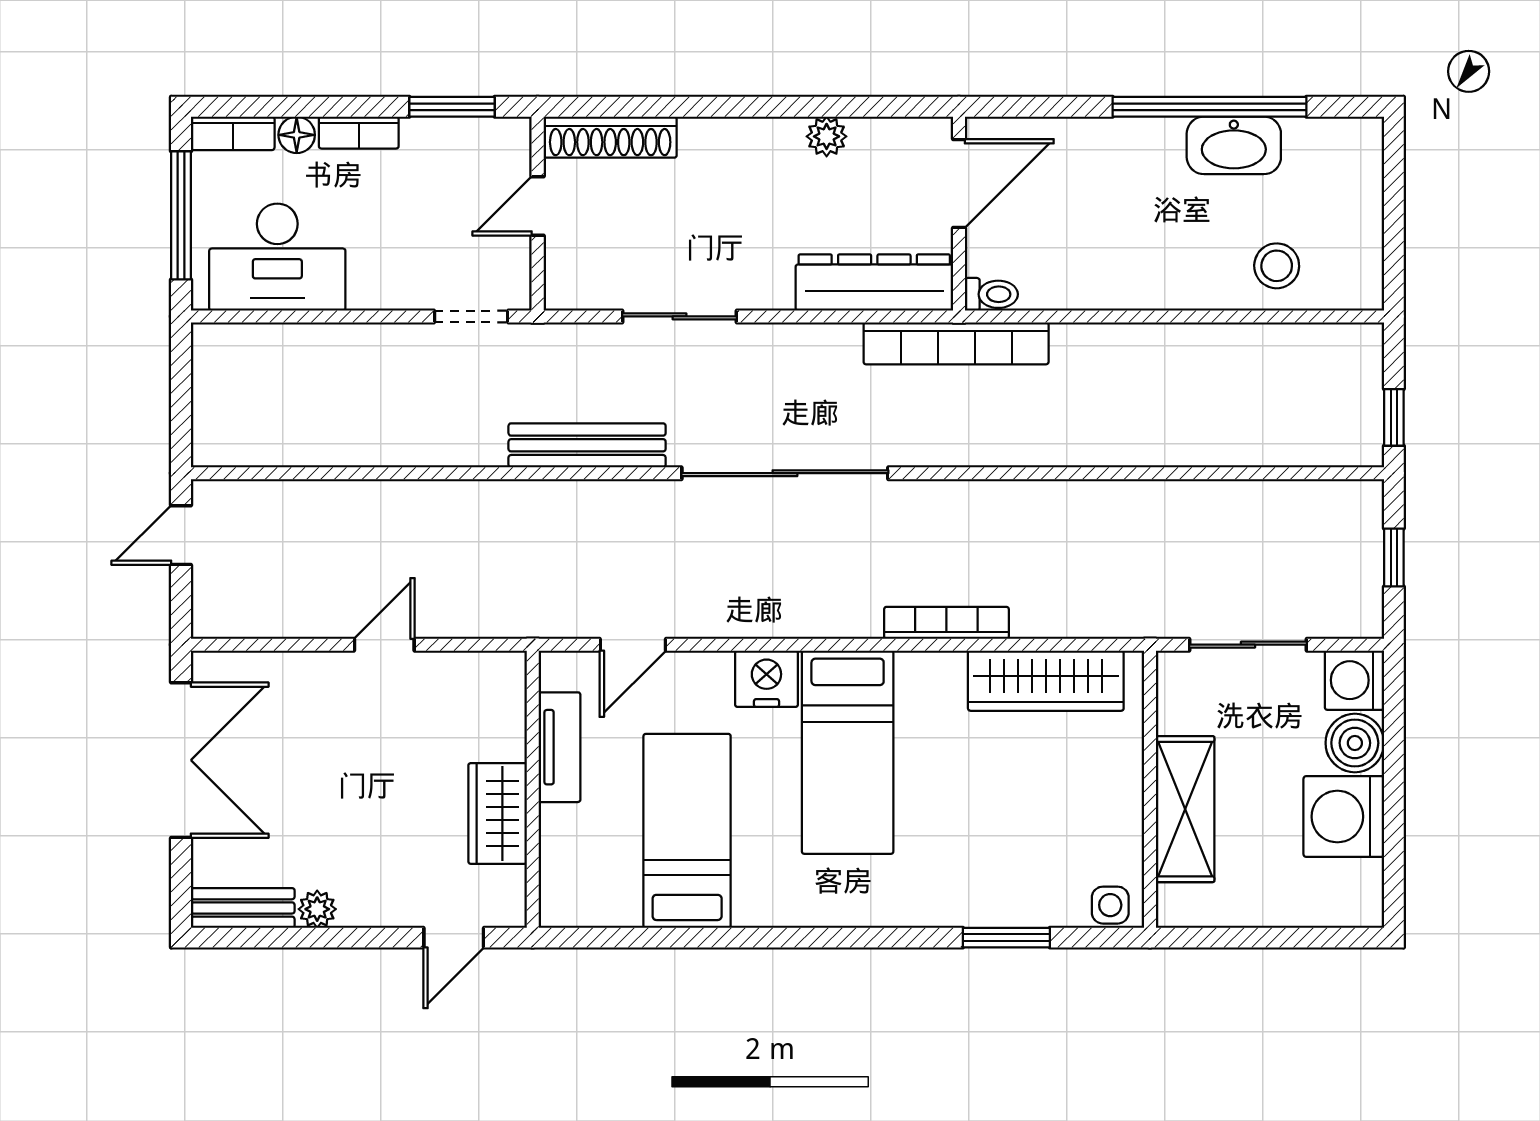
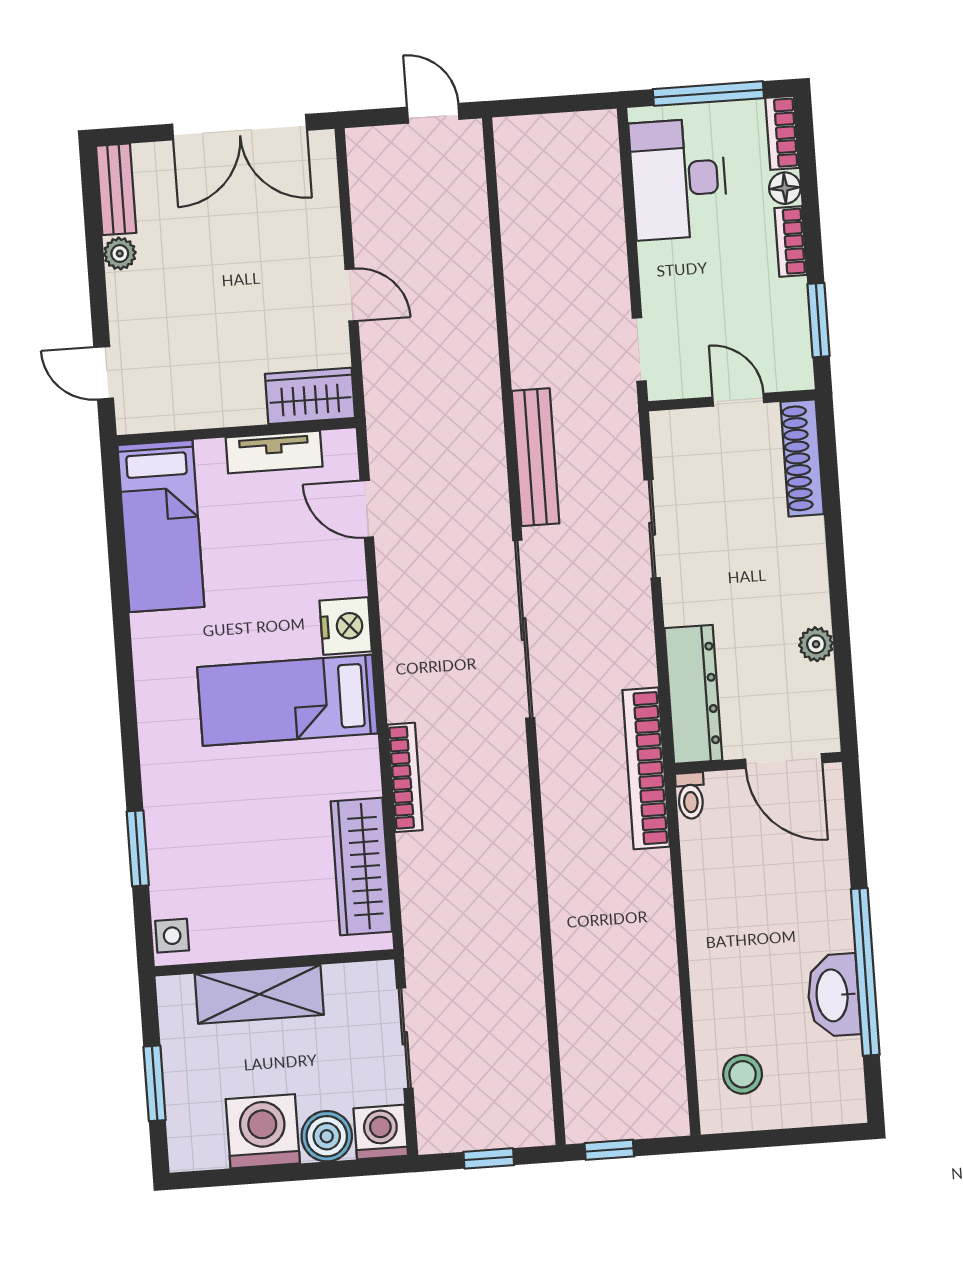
stool: (1277, 266) -> (743, 1074), moved
wardrobe: (498, 813) -> (310, 396), moved
bed: (687, 831) -> (161, 526), moved, turned 90
window: (1279, 938) -> (155, 1083), added

